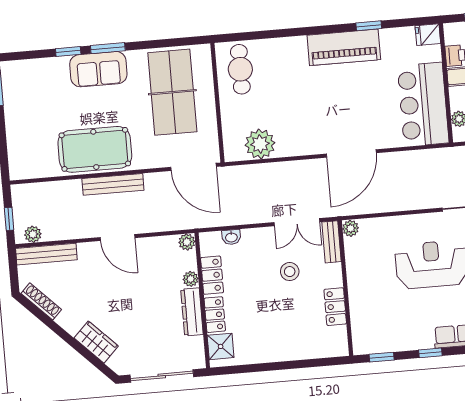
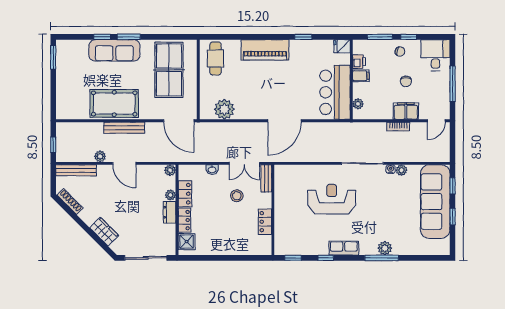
piano: (344, 47) -> (265, 50), moved
sofa: (98, 69) -> (114, 50), width x1.36
plant: (351, 228) -> (280, 171), removed
plant: (33, 234) -> (100, 156), moved
washbasin: (231, 237) -> (212, 170), moved
dresser: (192, 312) -> (170, 212), width x0.70

